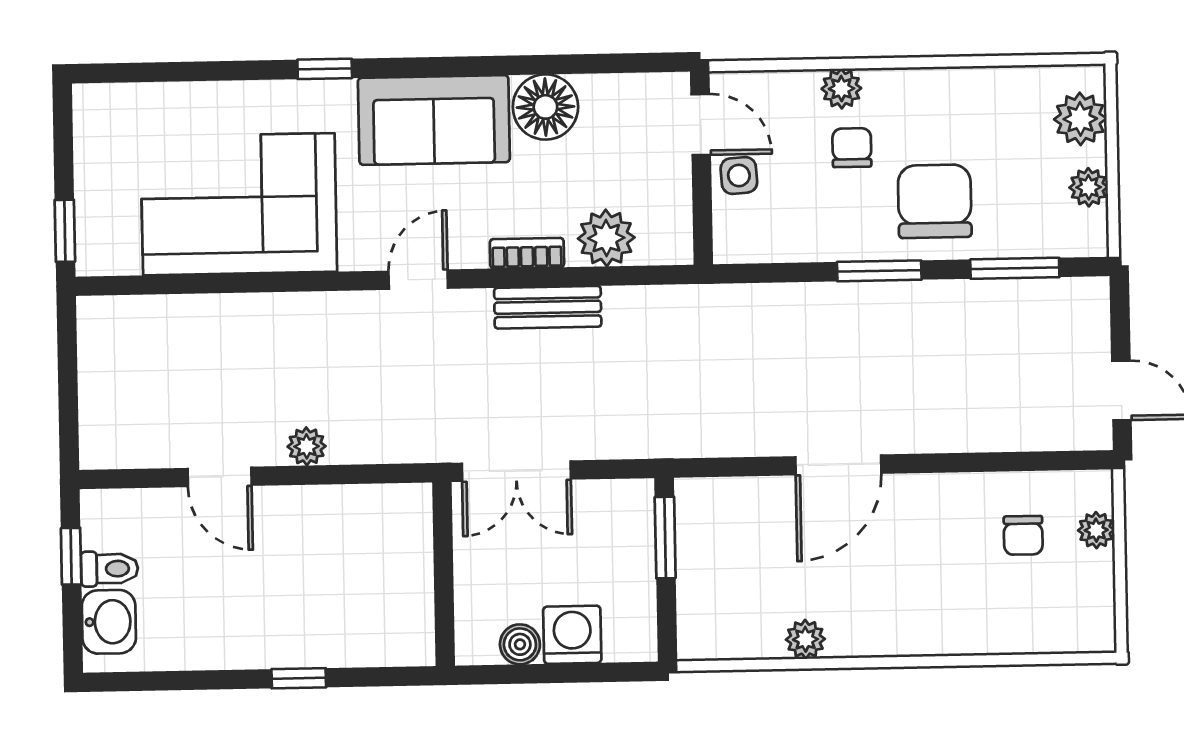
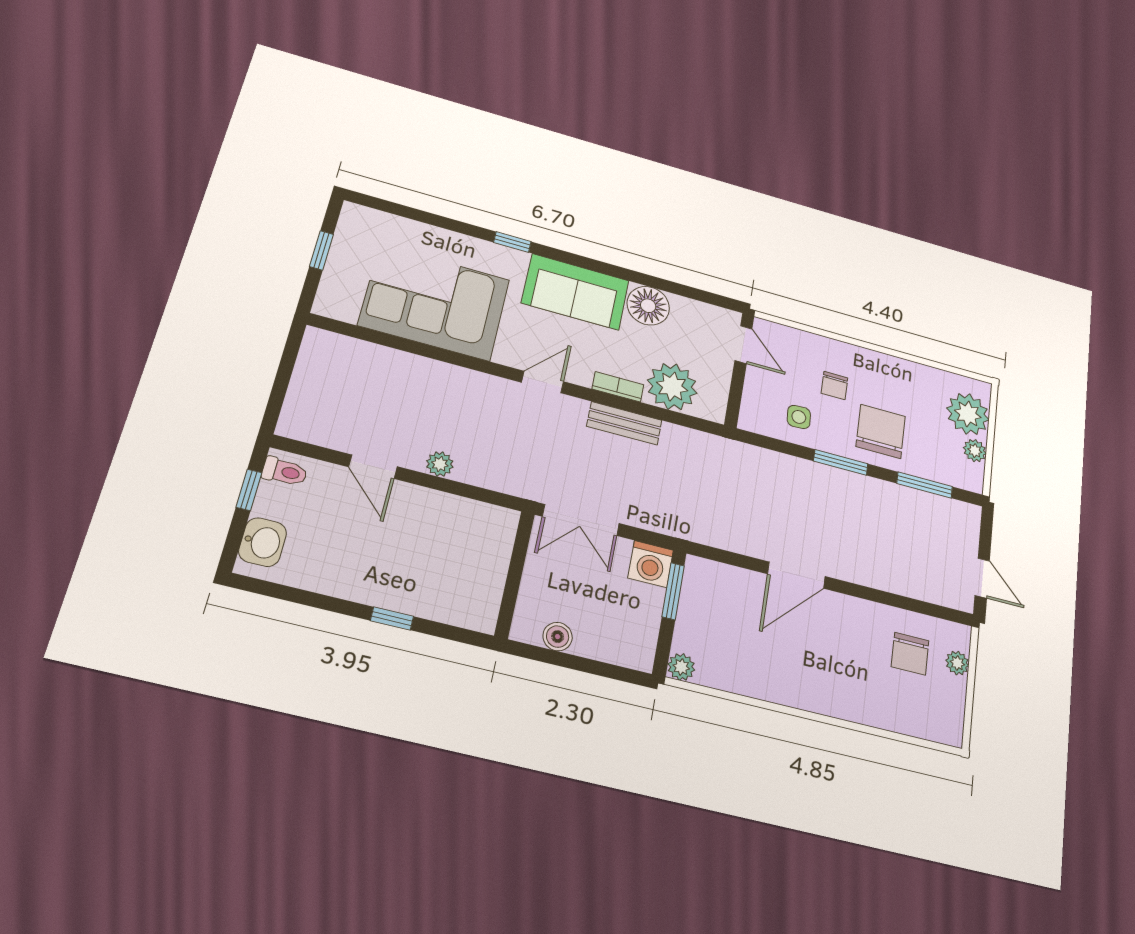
plant: (841, 89) -> (833, 350), removed
plant: (1080, 119) -> (968, 414), width x1.36, depth x1.36
chair: (852, 148) -> (834, 386), turned 180
side table: (739, 175) -> (799, 417), moved
window: (65, 231) -> (321, 250), moved
plant: (606, 238) -> (672, 387), width x1.36, depth x1.36
chair: (1023, 535) -> (910, 654), width x1.37, depth x1.37
toilet: (109, 569) -> (285, 472), moved
washing machine: (572, 635) -> (651, 564), moved, turned 180
plant: (805, 639) -> (681, 667), moved

